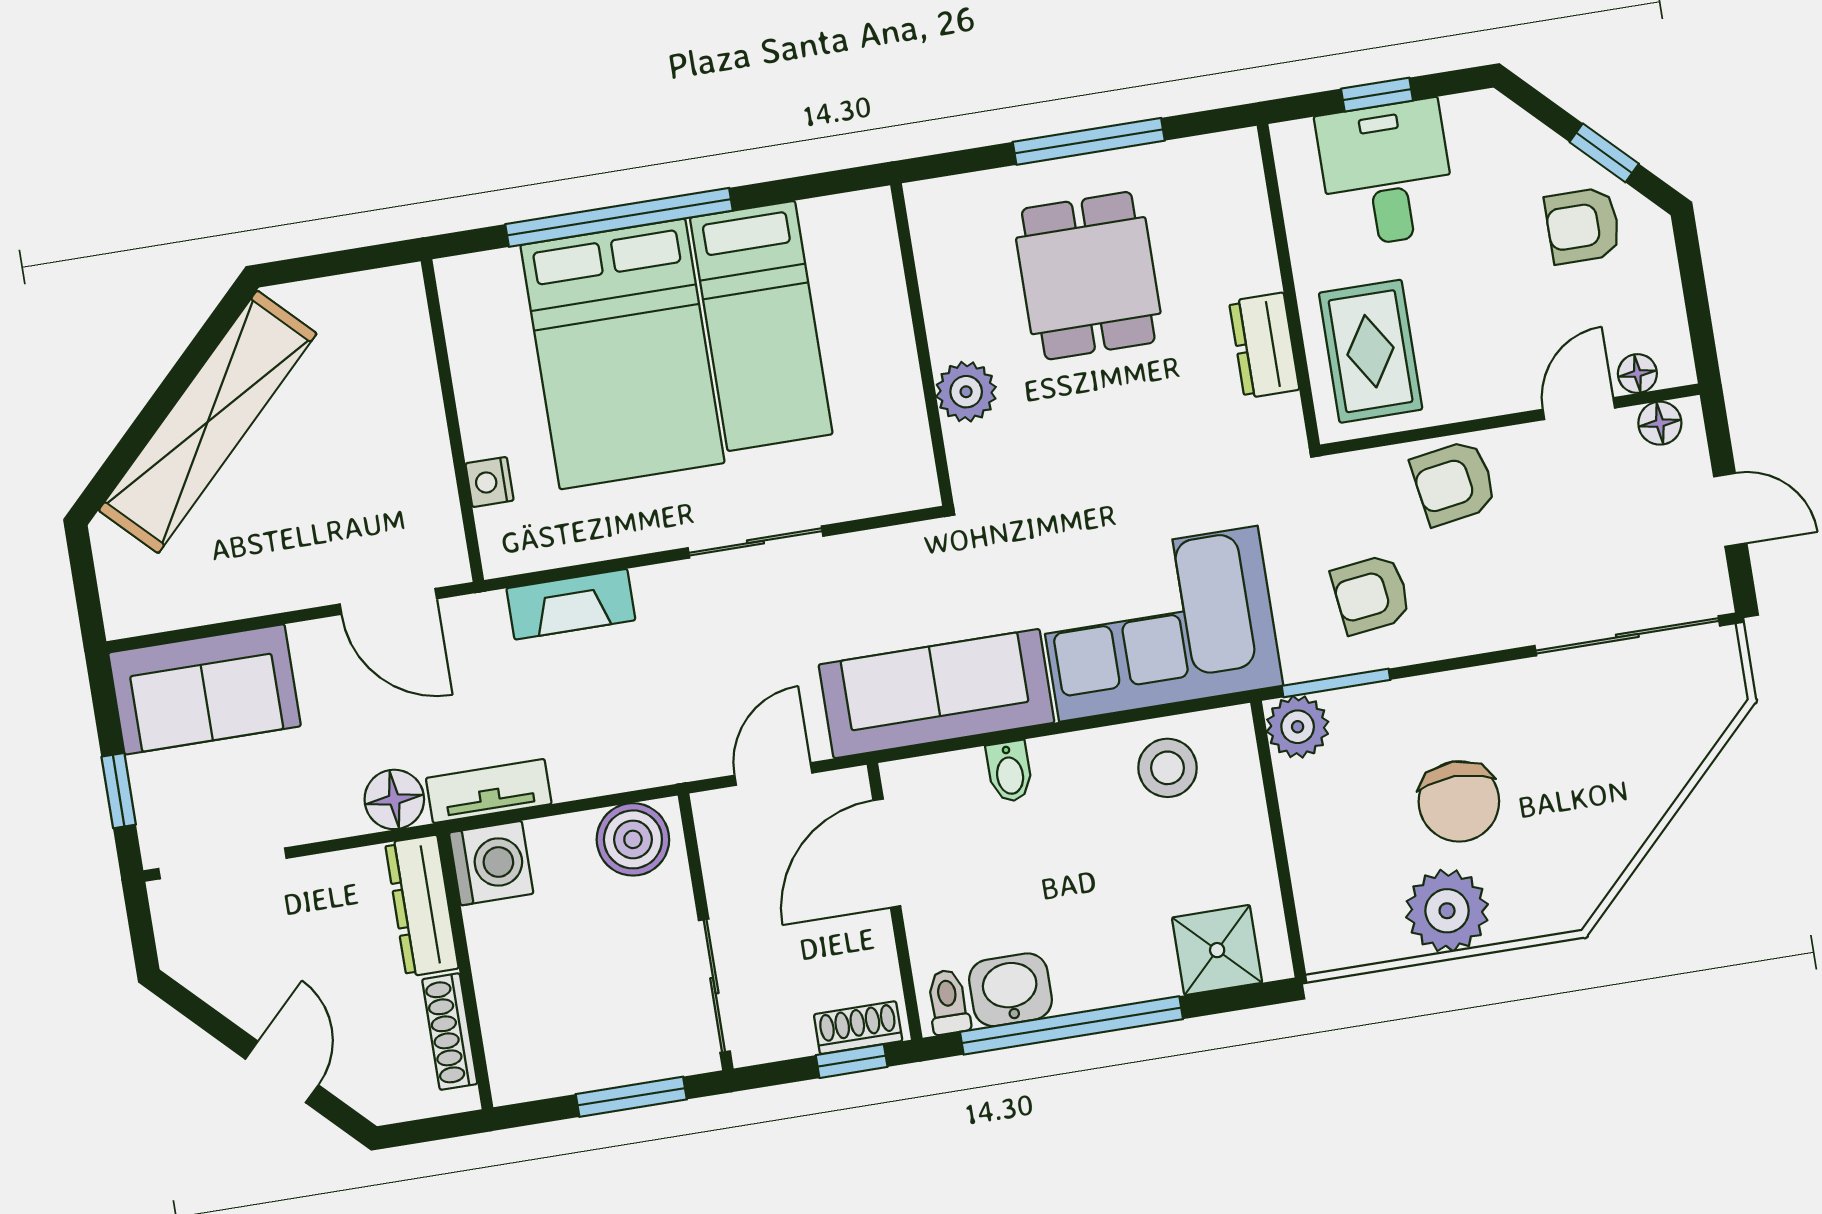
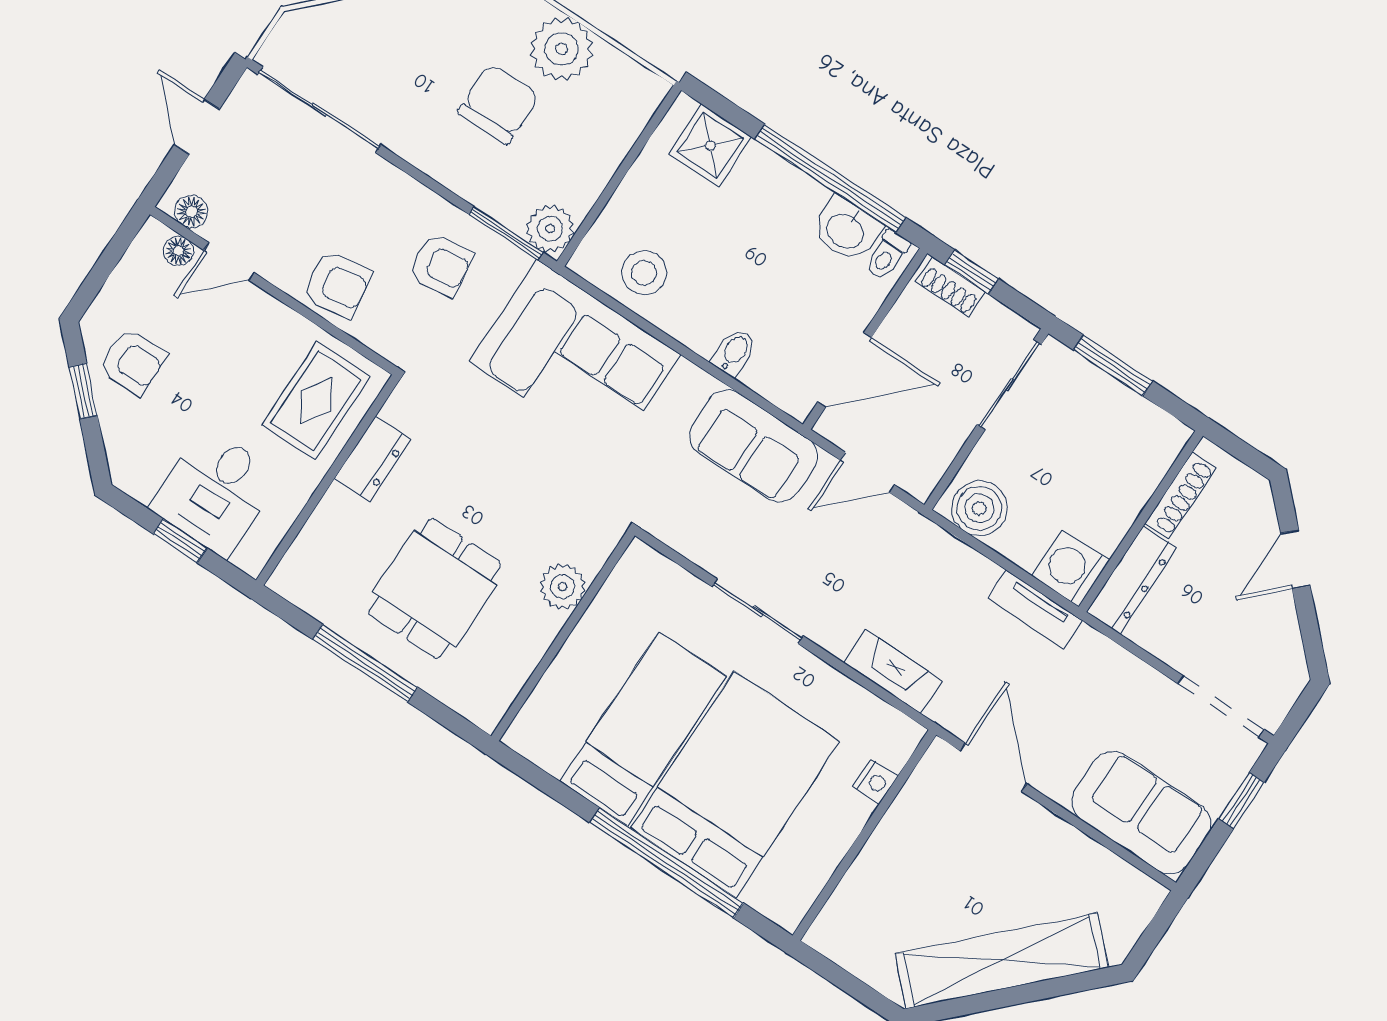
sofa: (936, 694) -> (754, 446), width x0.73
floor lamp: (394, 799) -> (1092, 654), removed

